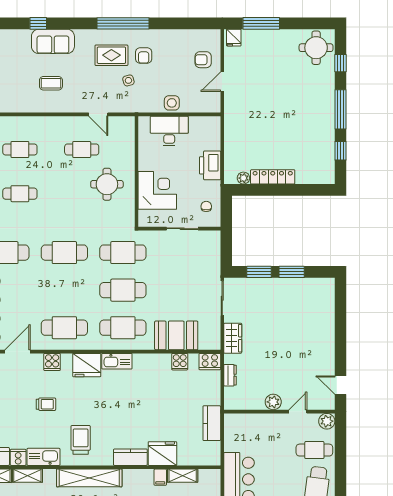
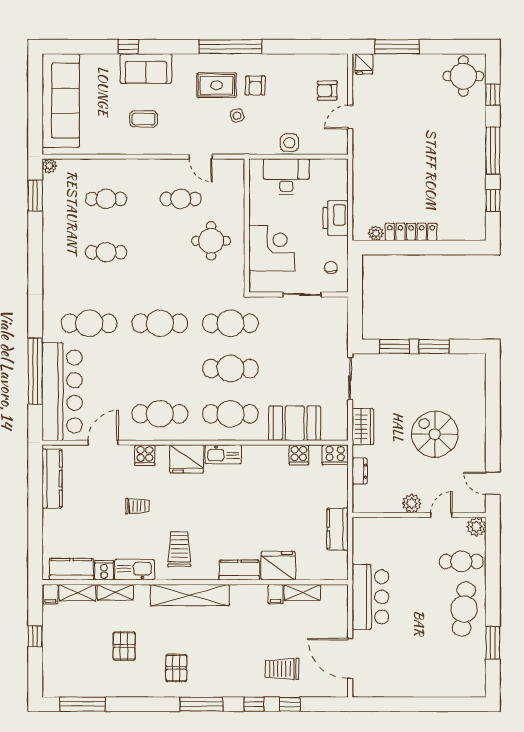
spiral stairs: (292, 345) -> (435, 434), added

